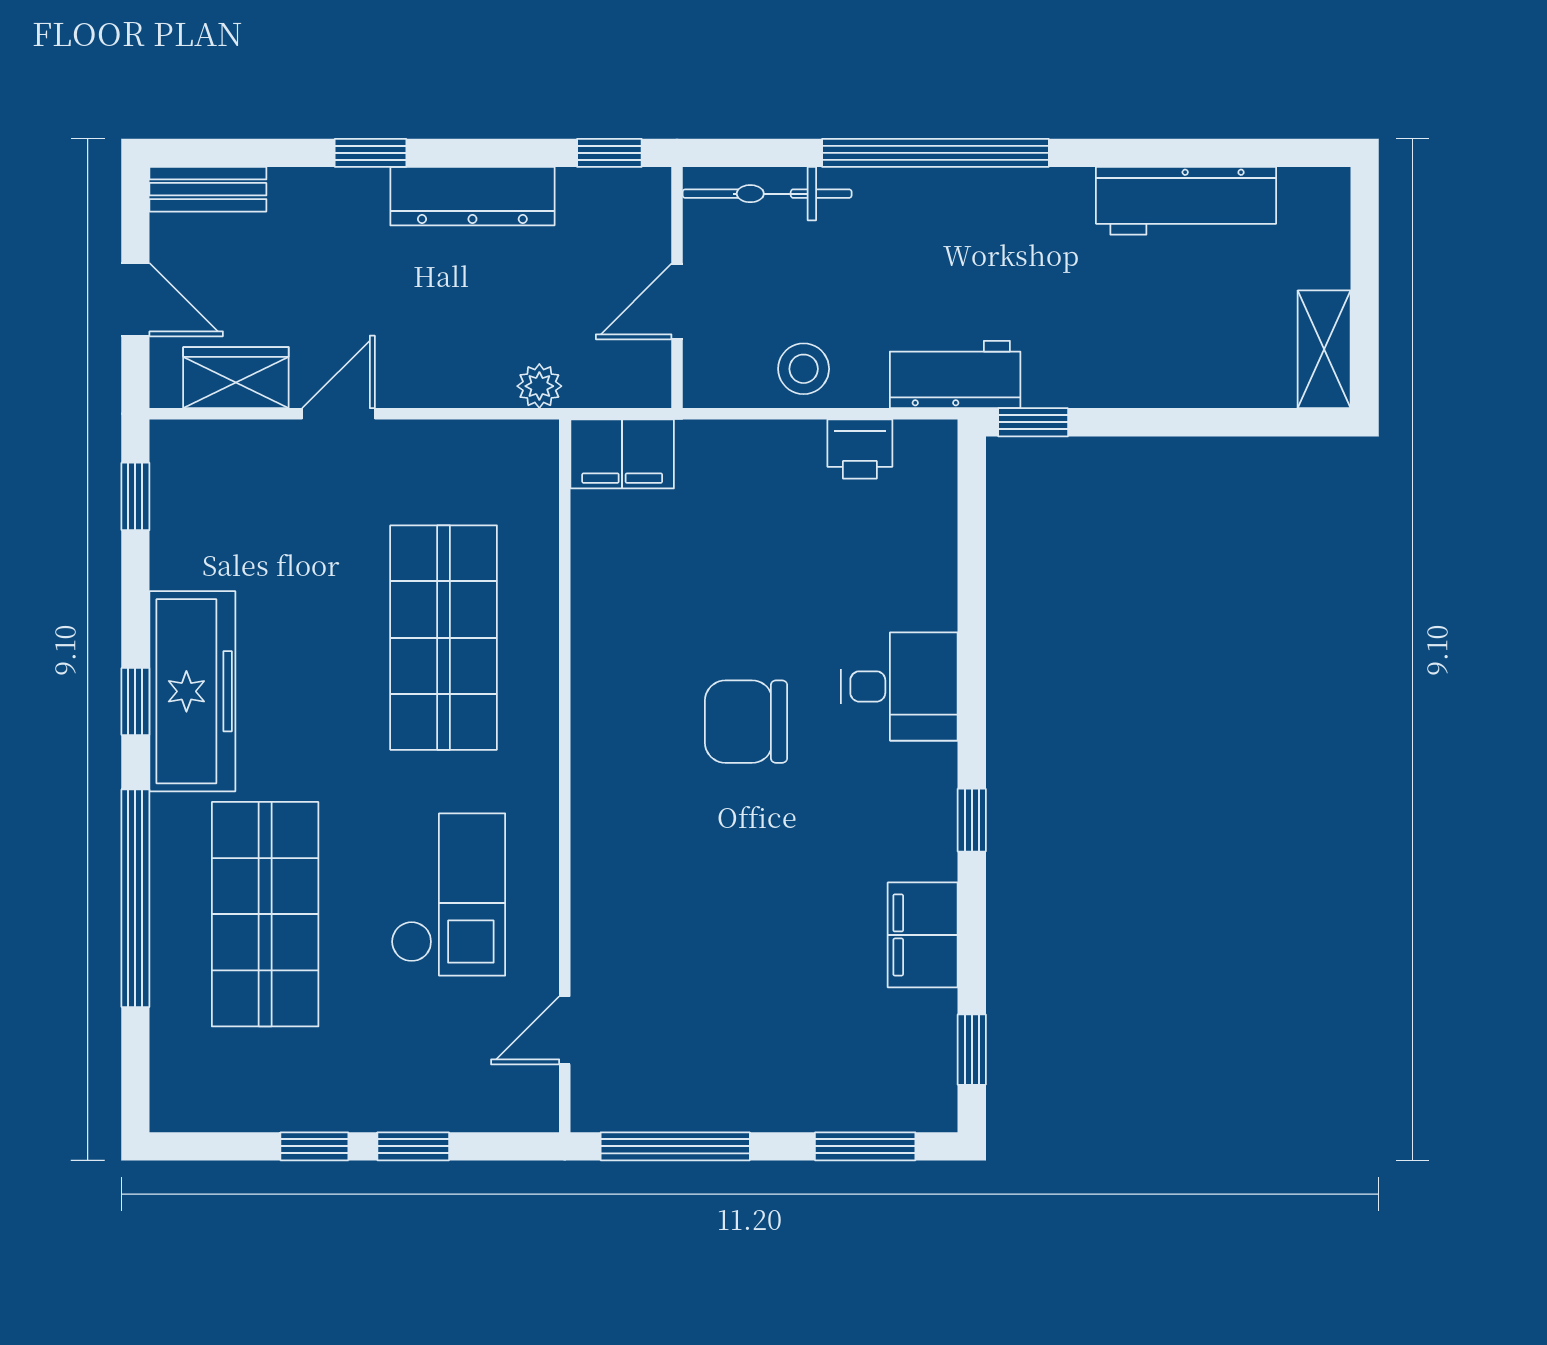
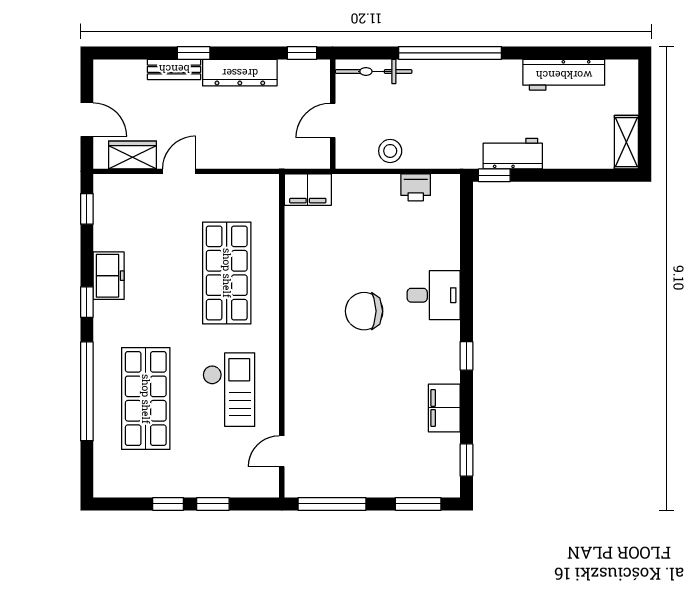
bench: (208, 189) -> (174, 69), moved
workbench: (955, 374) -> (513, 154), moved
plant: (539, 386) -> (270, 159), removed
freezer: (192, 691) -> (109, 276), width x0.52, depth x0.79

